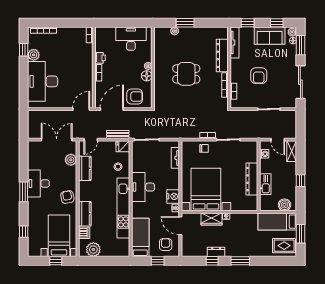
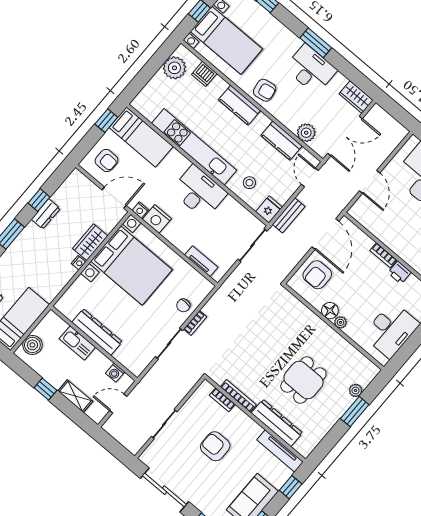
dining table: (186, 74) -> (303, 380), moved
door: (81, 109) -> (370, 182), moved
wardrobe: (33, 150) -> (356, 97), added
shelving: (292, 151) -> (75, 396), moved
kitchen counter: (85, 214) -> (239, 105), moved
window: (158, 261) -> (106, 121), moved

